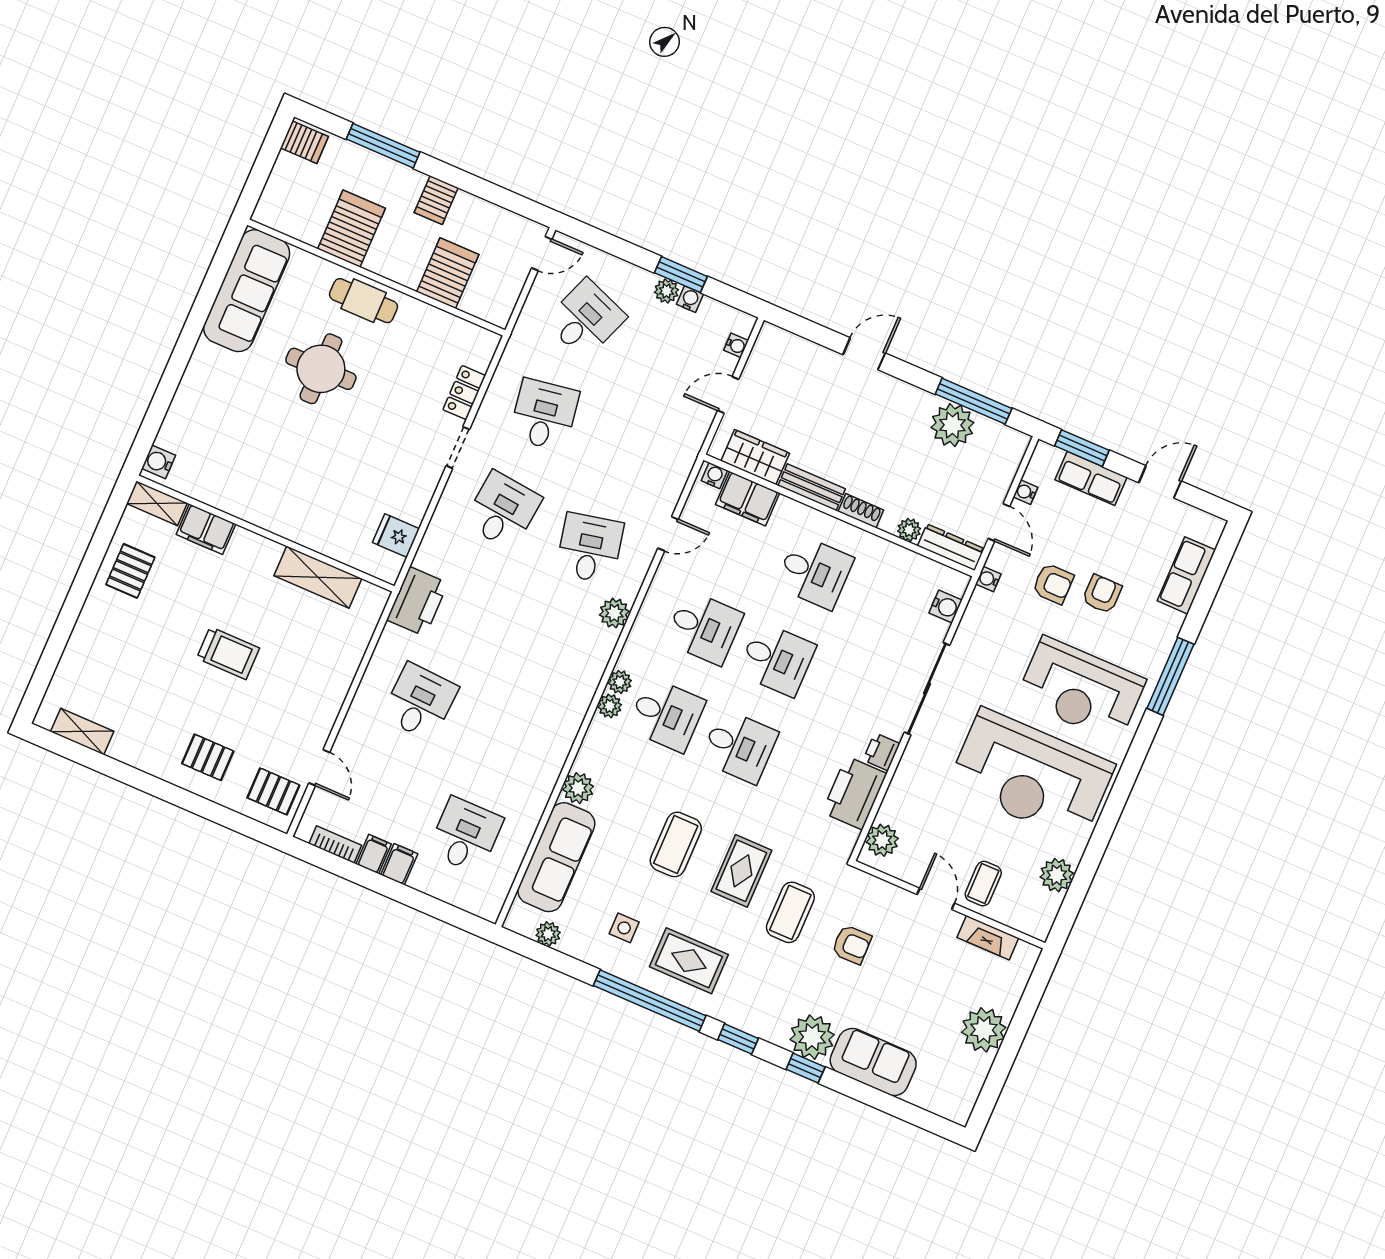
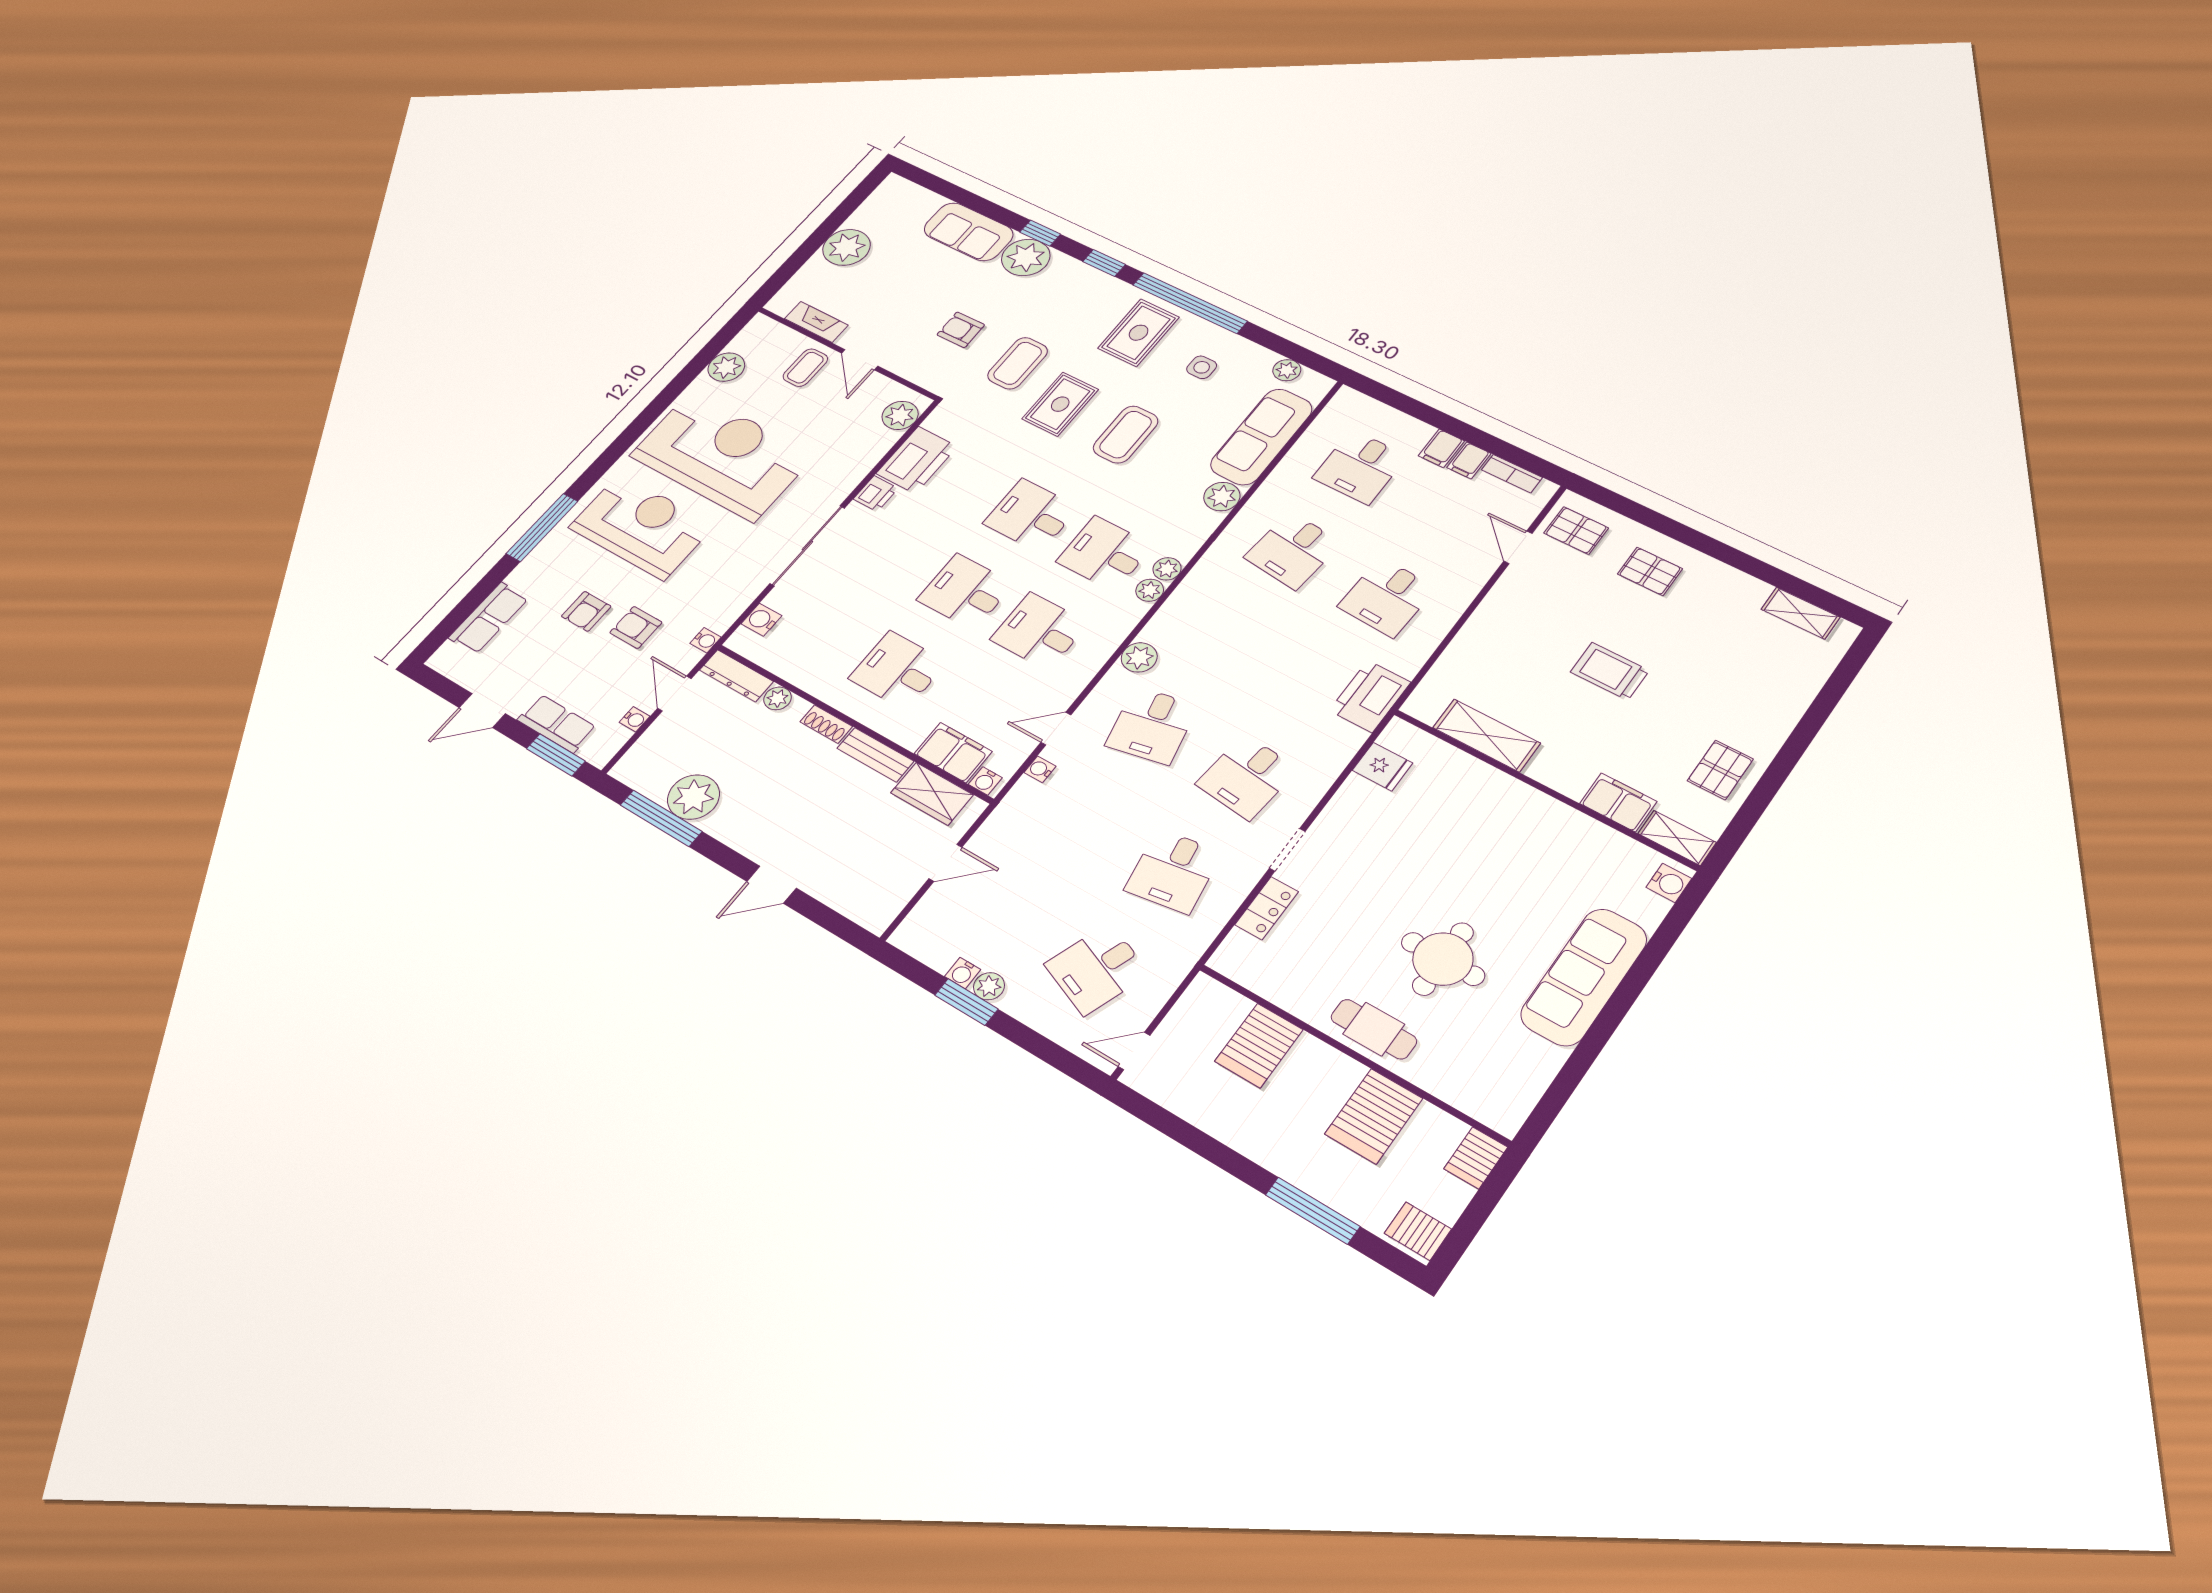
server rack: (436, 200) -> (1476, 1158), moved, turned 180
sofa: (247, 291) -> (1584, 977), moved
water cooler: (736, 345) -> (1040, 769), moved
desk: (507, 740) -> (1293, 550), added
rug: (689, 961) -> (1139, 333), turned 90

